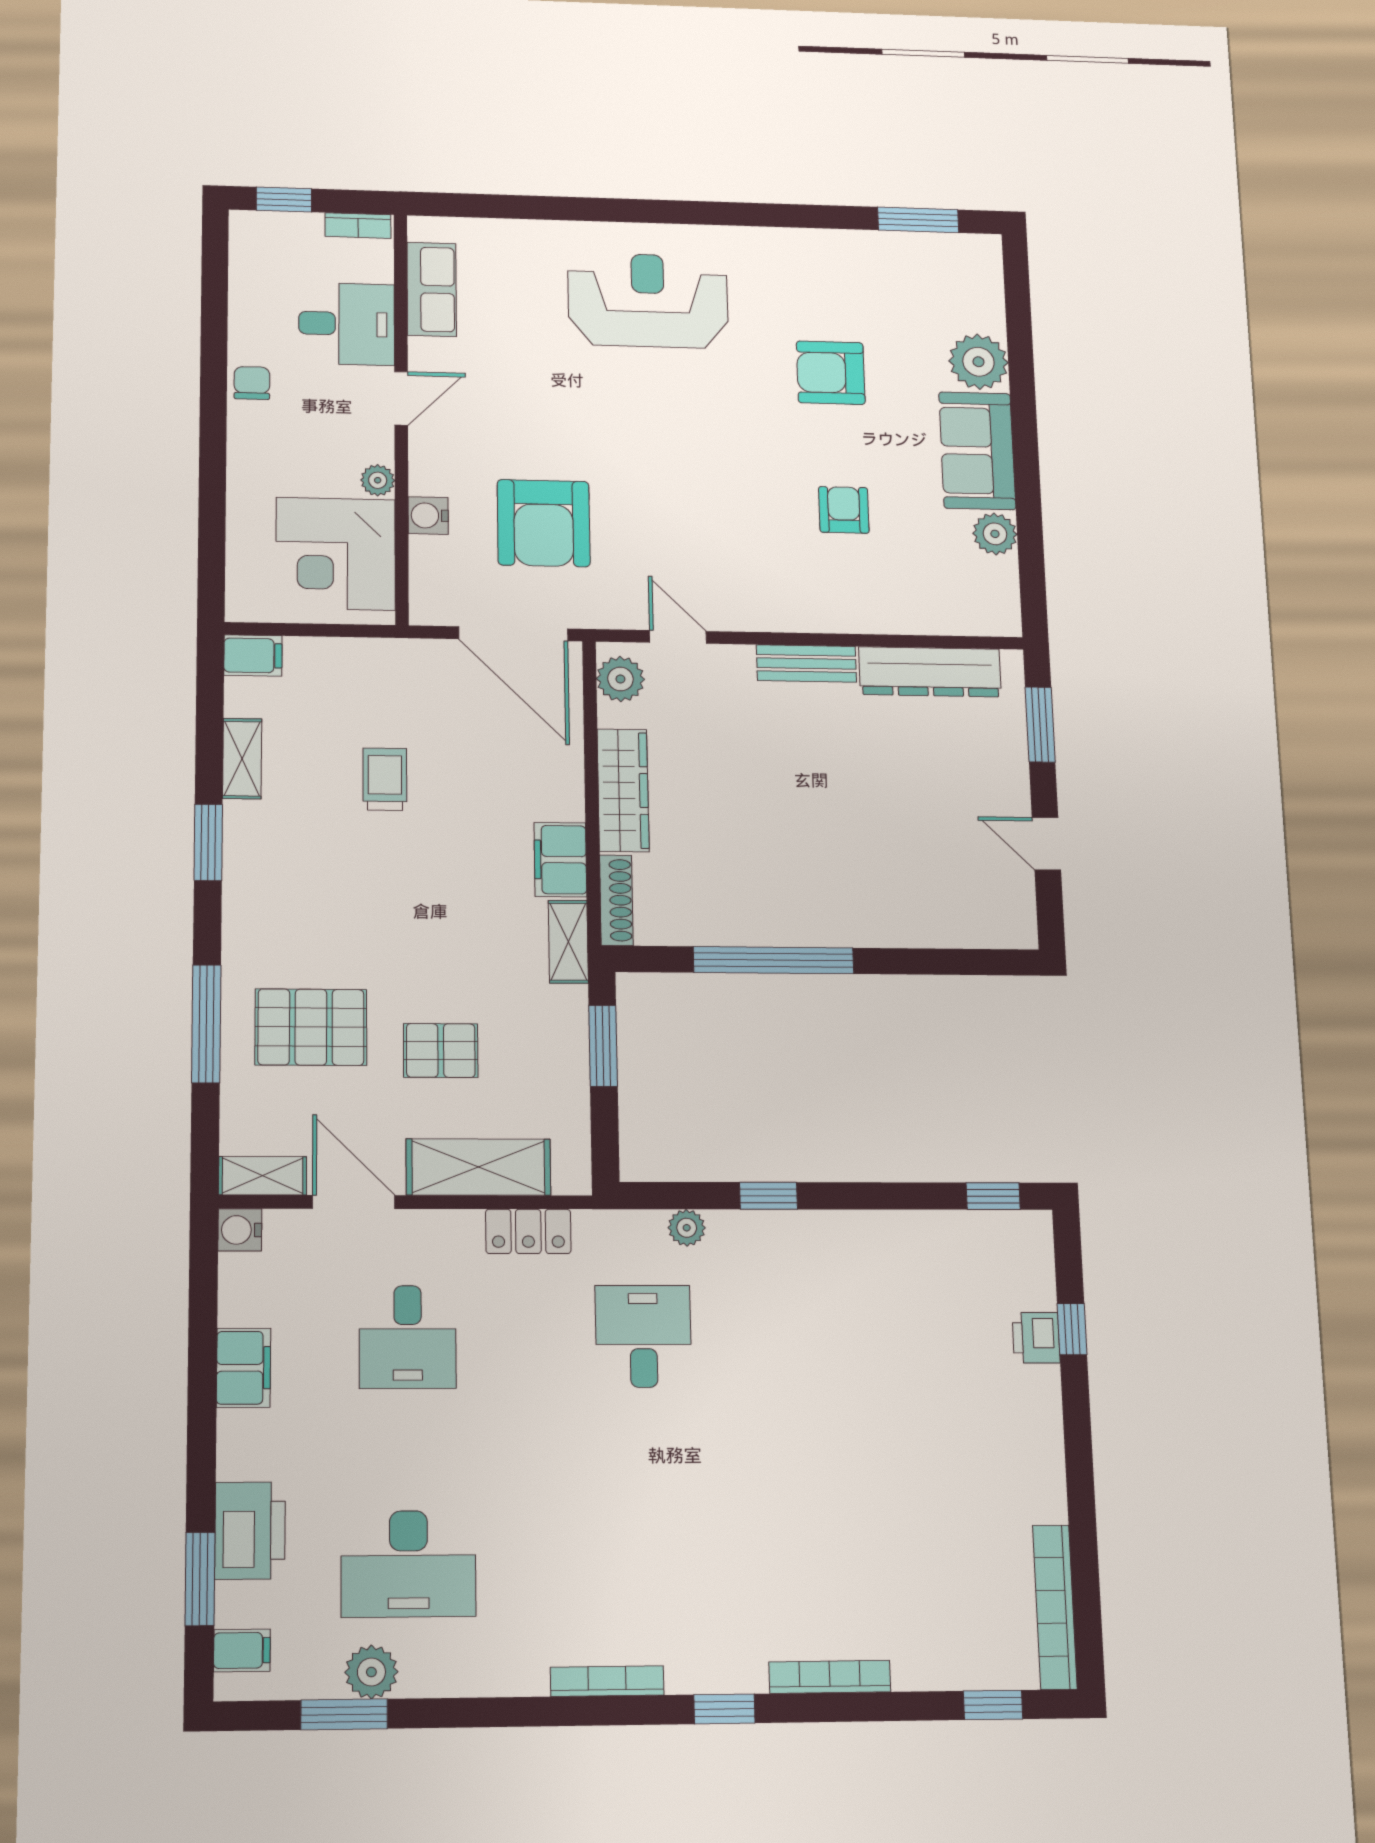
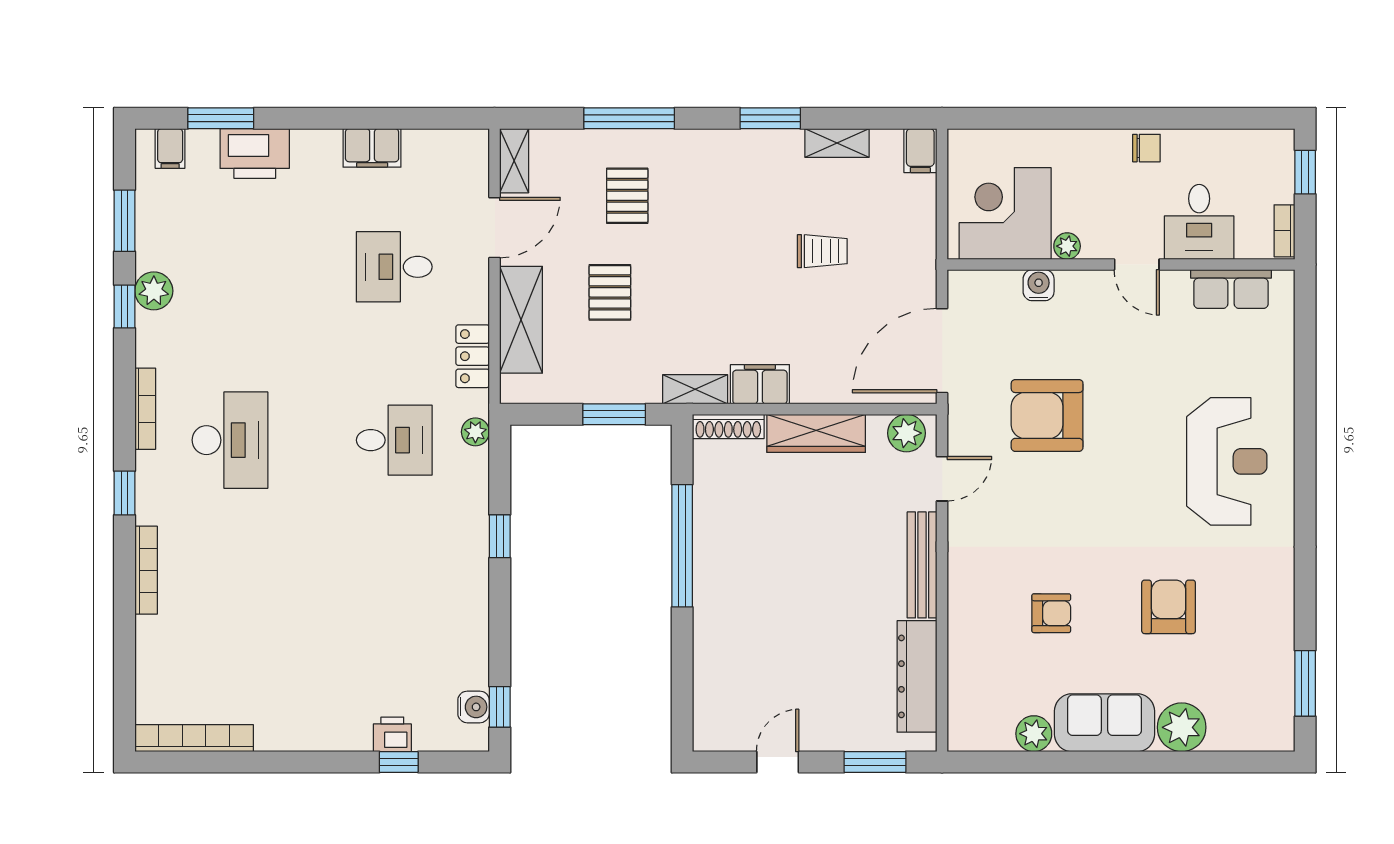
armchair: (544, 523) -> (1047, 415), moved
bench: (806, 663) -> (922, 565), width x1.36
pallet: (311, 1027) -> (627, 196), width x0.67, depth x0.71
plant: (687, 1228) -> (475, 432), moved
water cooler: (240, 1230) -> (474, 707), moved, turned 90
desk: (408, 1564) -> (230, 440), moved, turned 180
plant: (371, 1672) -> (154, 291), moved
window: (993, 1705) -> (124, 306), moved

